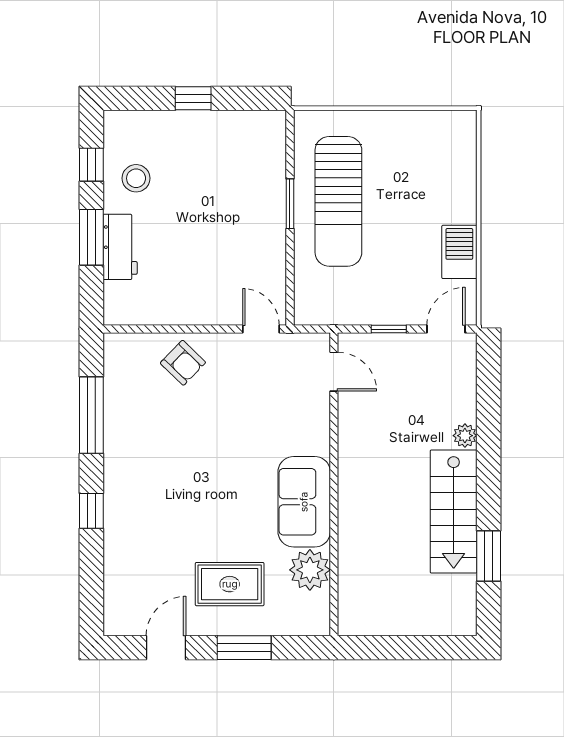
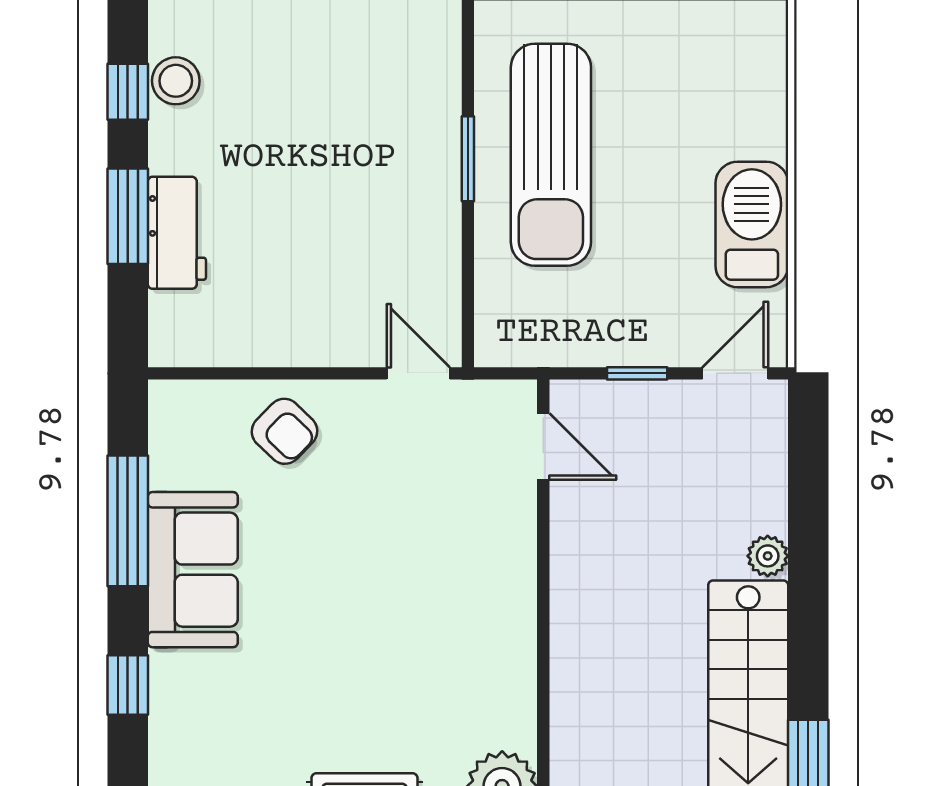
stool: (136, 178) -> (176, 81), moved
barbecue: (459, 252) -> (752, 224), width x1.37, depth x1.21
sofa: (304, 502) -> (193, 570), moved, turned 180

